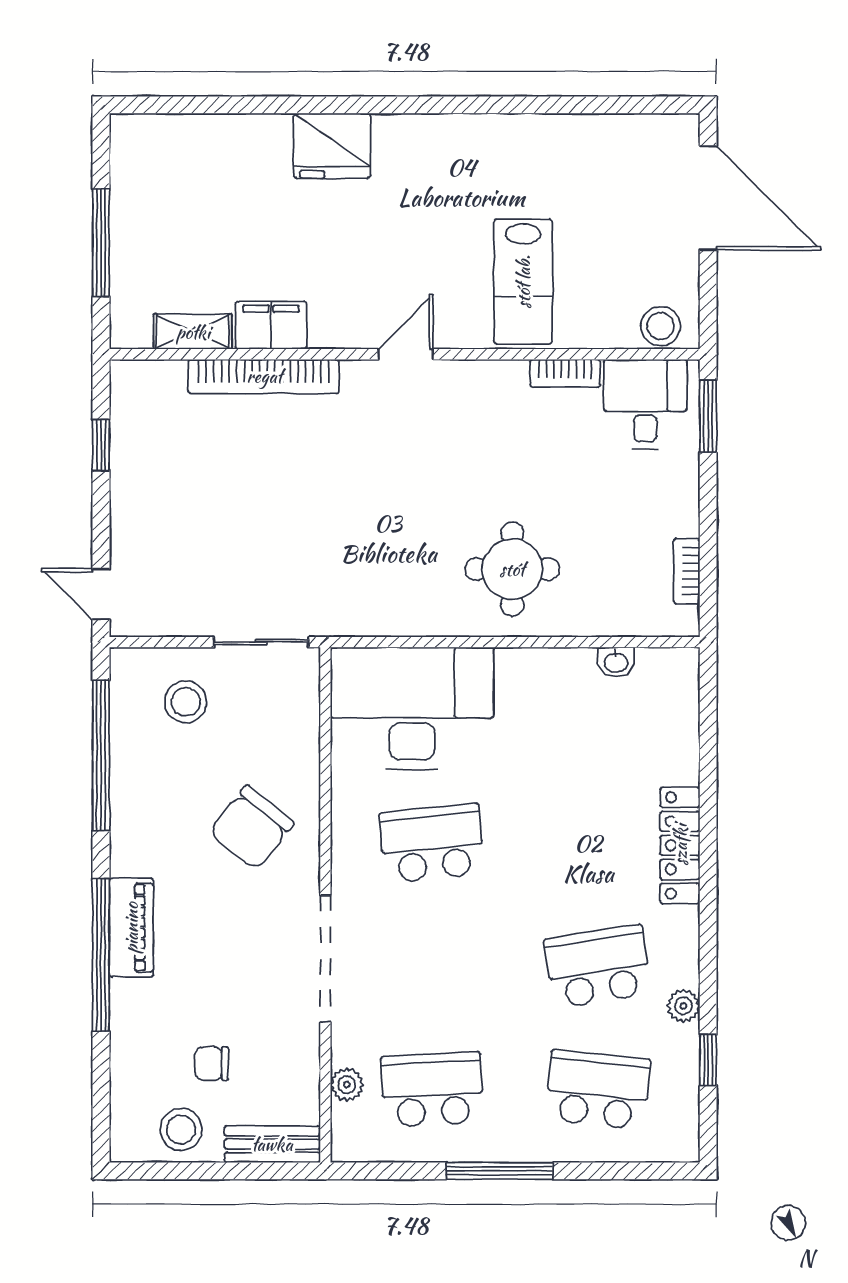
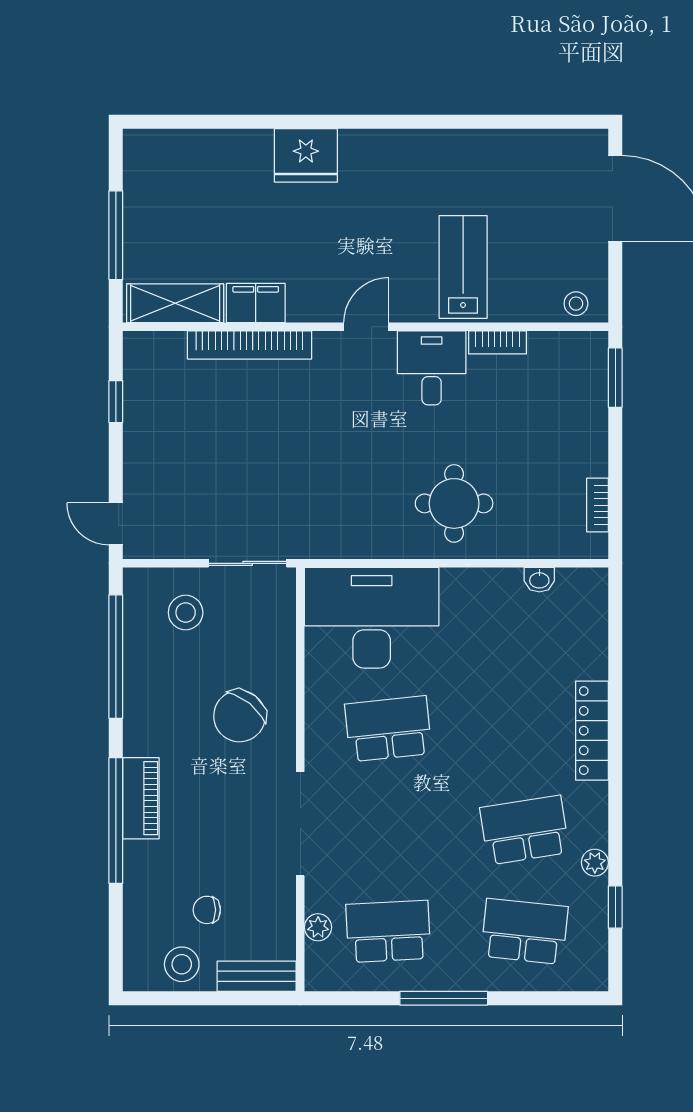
lab bench: (523, 282) -> (463, 267), turned 180
stool: (661, 326) -> (576, 304), width x0.73, depth x0.73
shelving: (193, 332) -> (175, 303), width x1.50, depth x1.33
desk: (645, 404) -> (432, 368), moved

